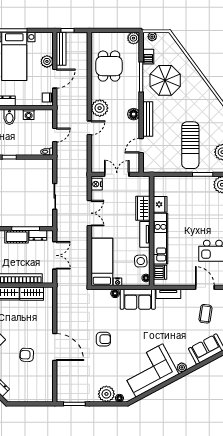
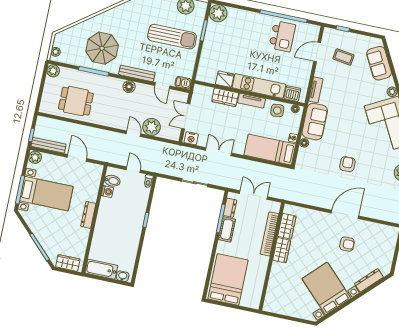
barbecue: (148, 57) -> (183, 83), moved
plant: (47, 61) -> (35, 157), moved
chair: (47, 98) -> (94, 170), removed
plant: (100, 108) -> (152, 127), moved
bidet: (9, 117) -> (112, 181), moved
armchair: (27, 355) -> (347, 244), turned -93

